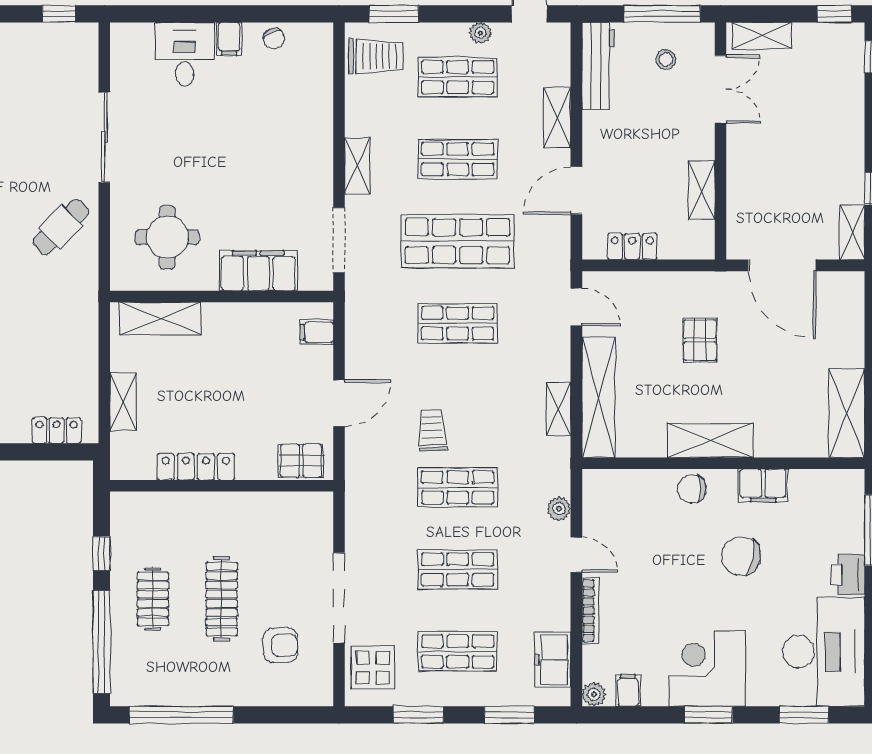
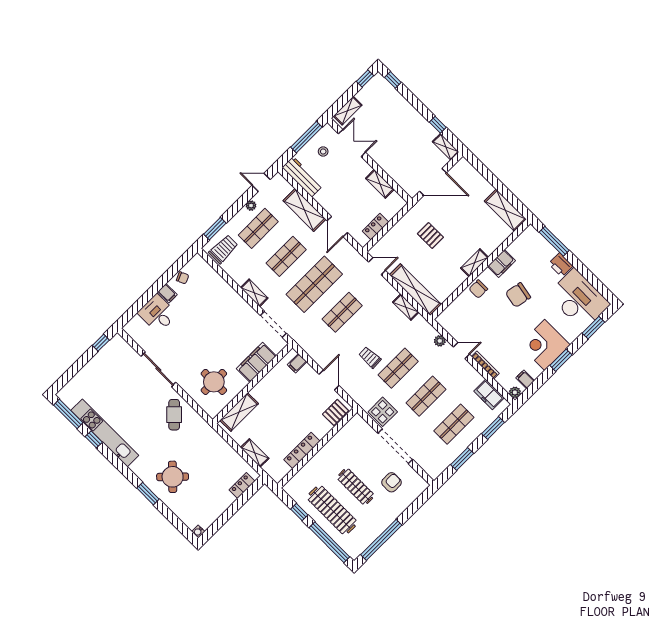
shelving: (557, 118) -> (304, 210), width x1.50, depth x1.33
shelving: (710, 440) -> (474, 263), width x0.67, depth x0.75
clothes rail: (153, 599) -> (332, 510), width x1.86, depth x1.31
display table: (373, 668) -> (383, 412), moved

